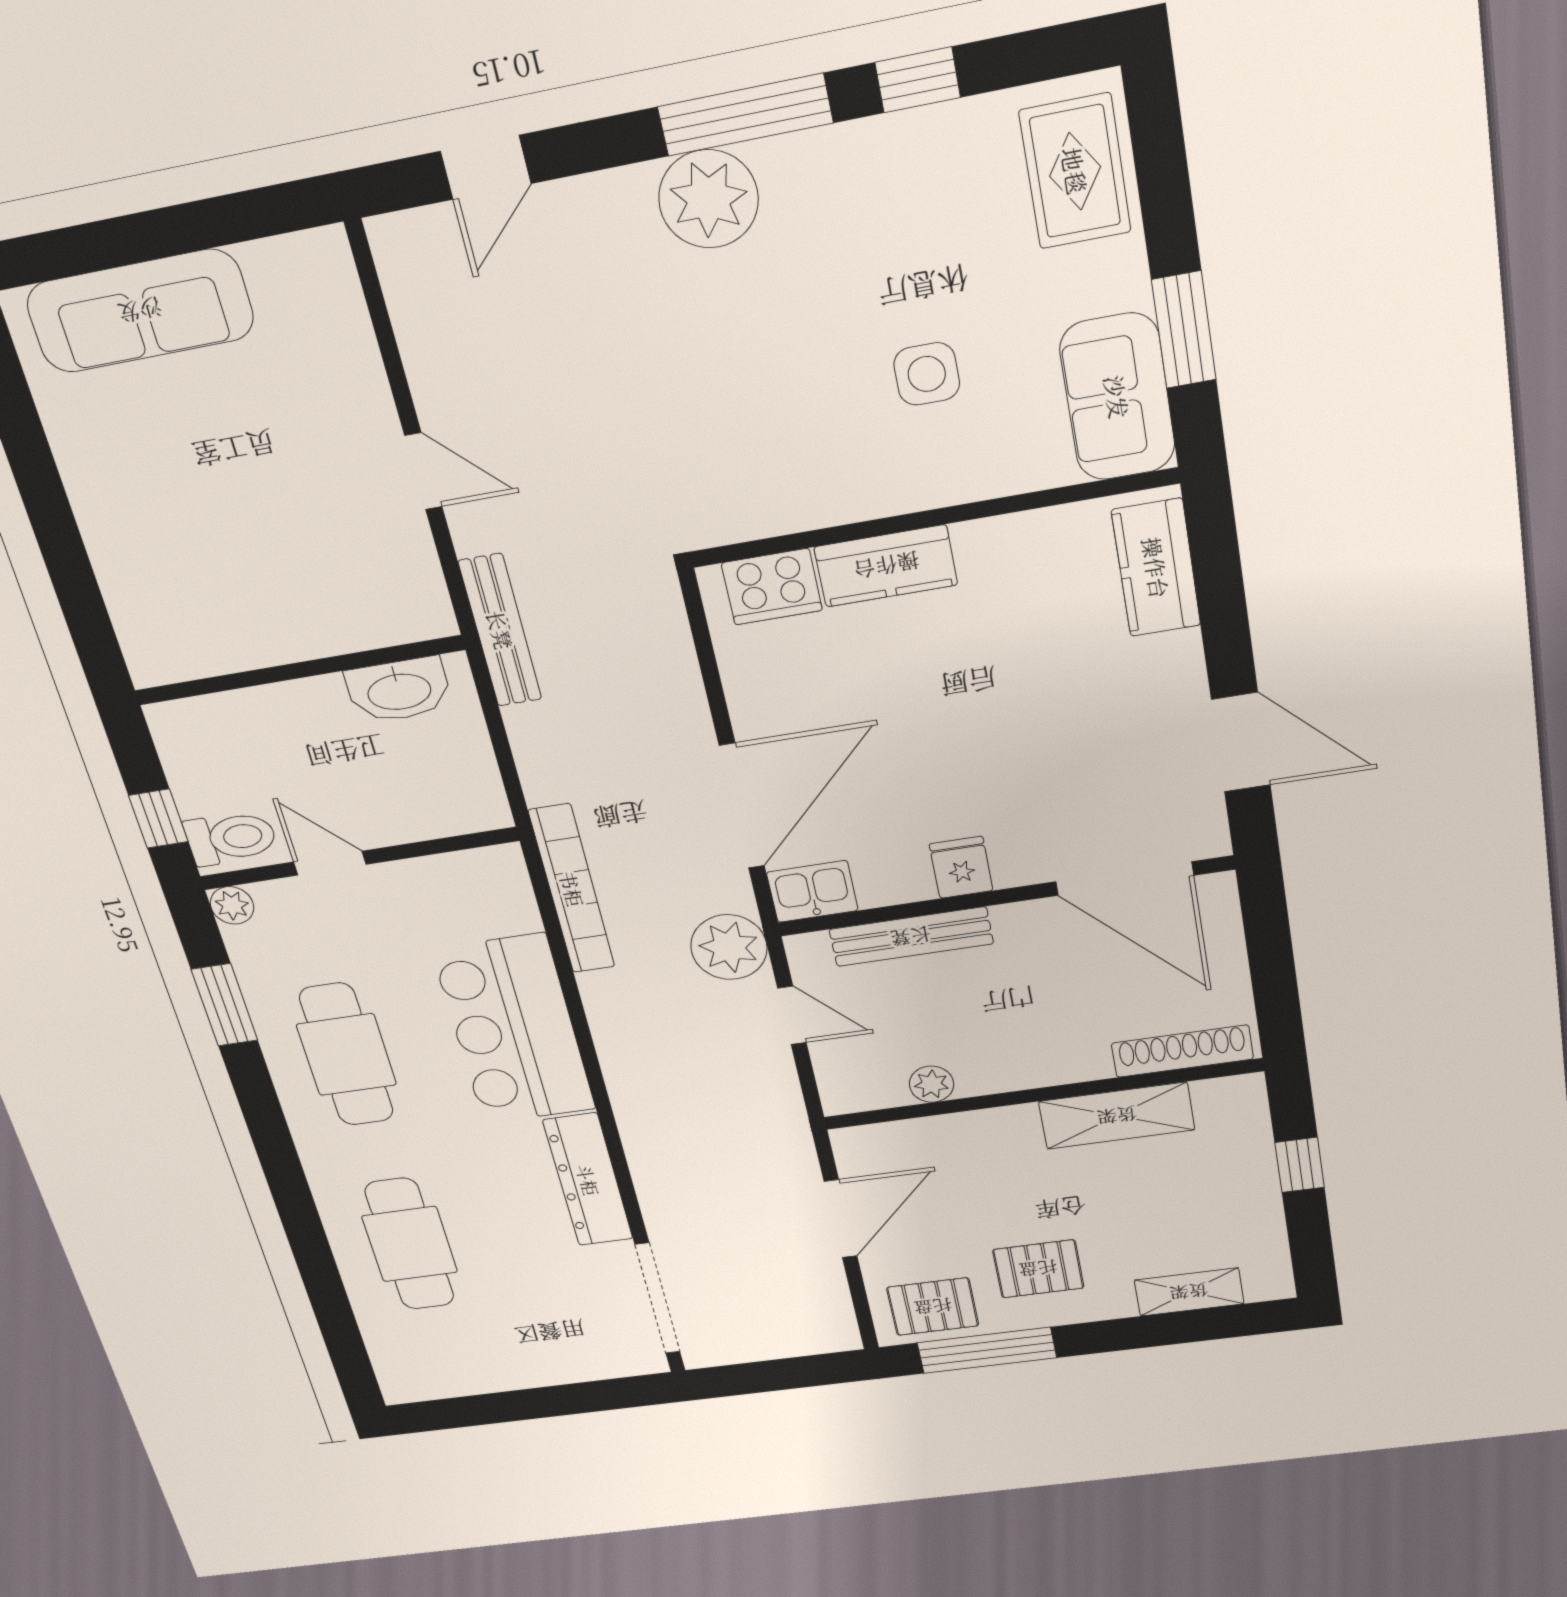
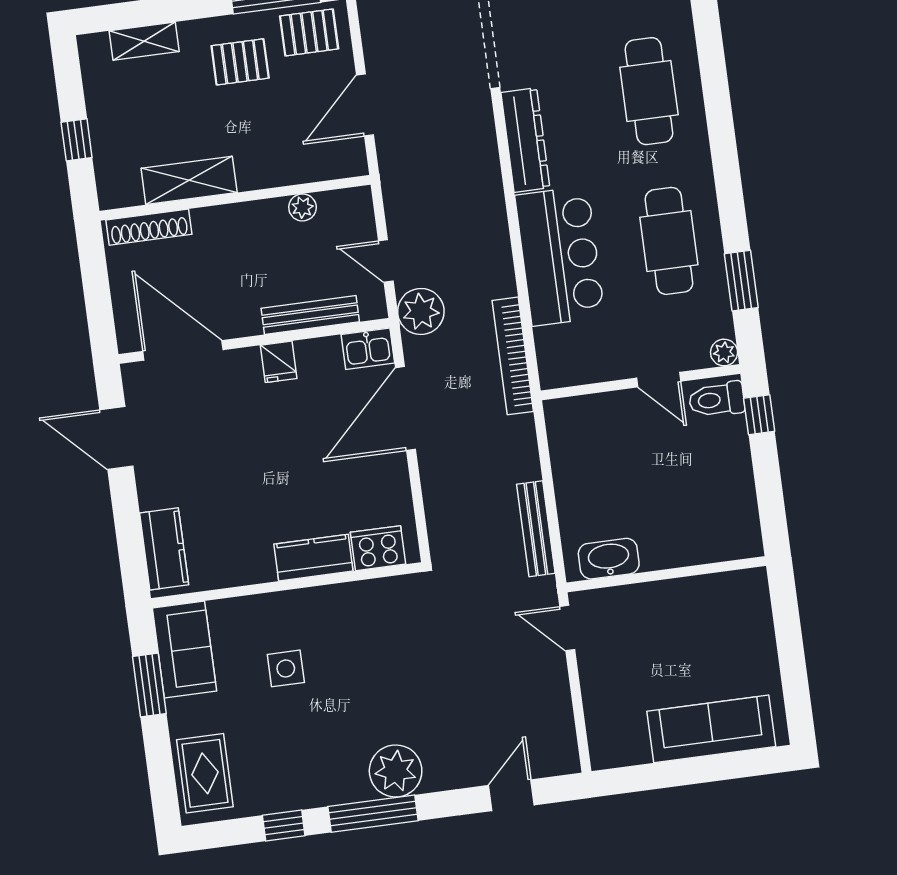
wall: (299, 670) -> (666, 574), moved
washbasin: (399, 690) -> (609, 559), moved

